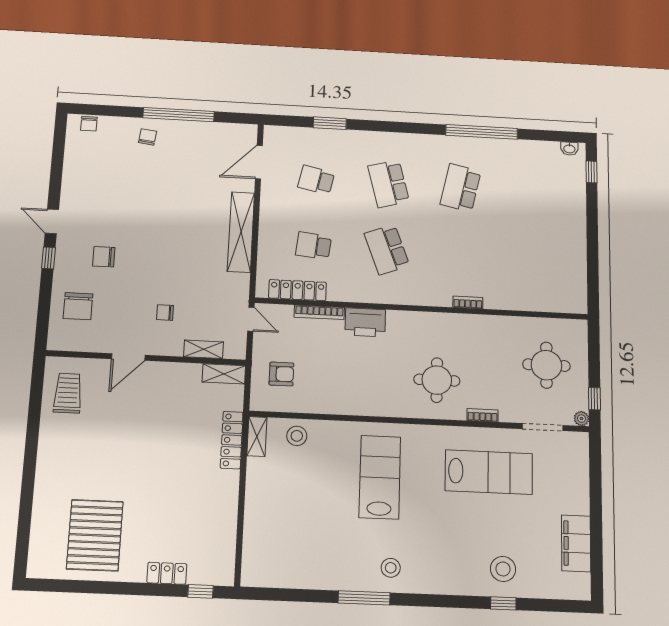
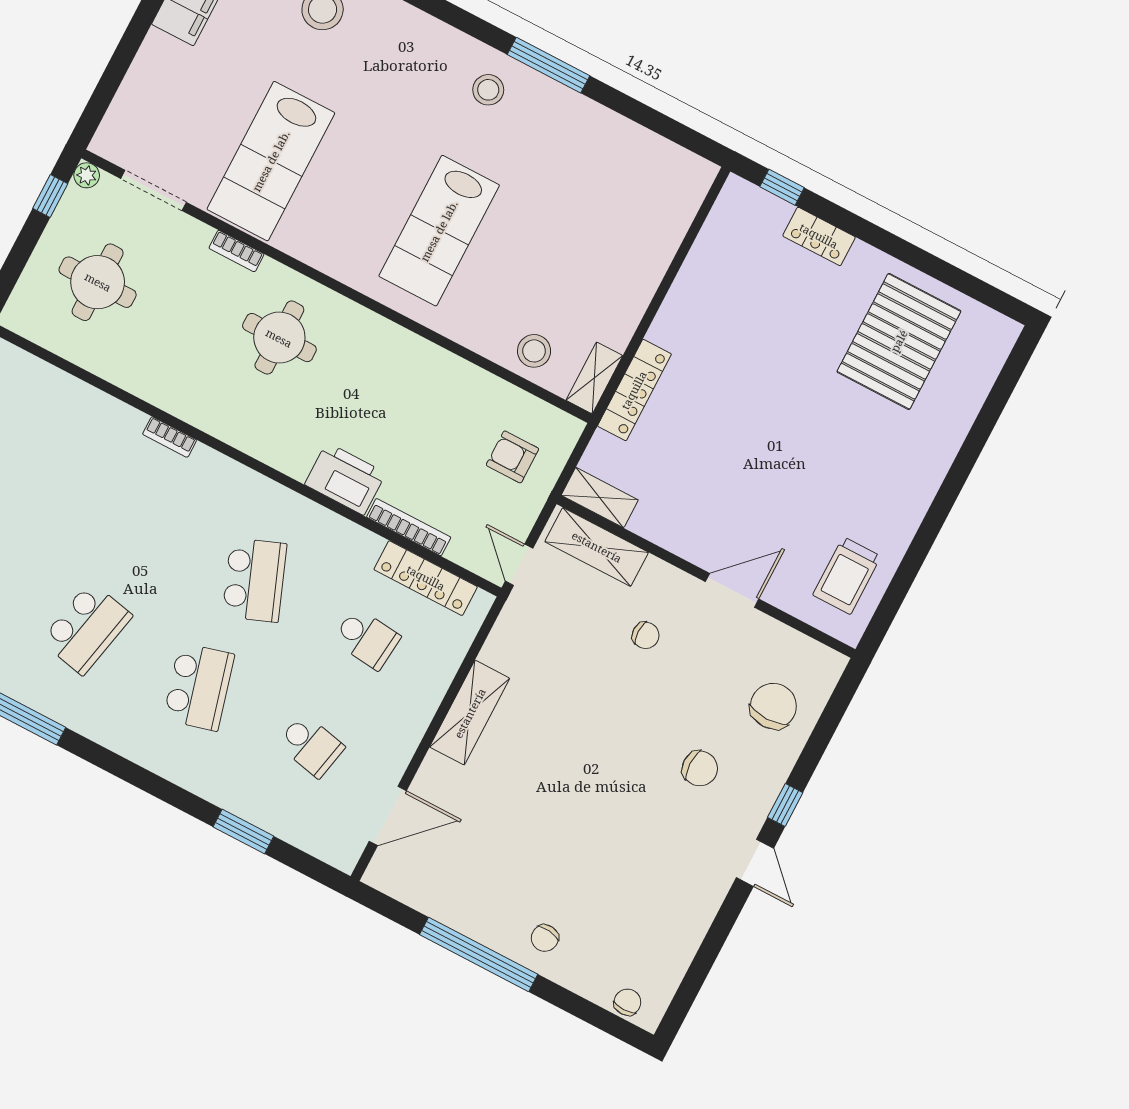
shelving: (241, 232) -> (470, 713), width x0.68
shelving: (203, 349) -> (597, 547), width x1.50, depth x1.33
lab bench: (489, 472) -> (271, 161), turned -90

